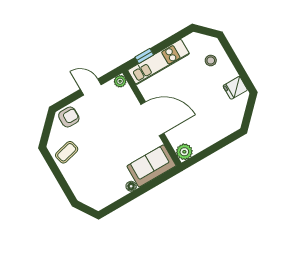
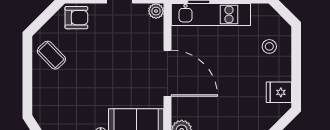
coffee table: (67, 152) -> (51, 55), turned 60

